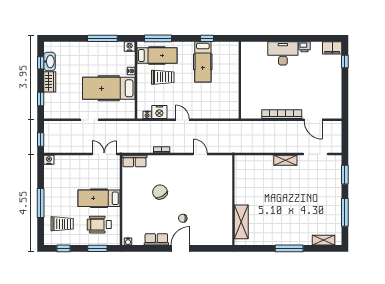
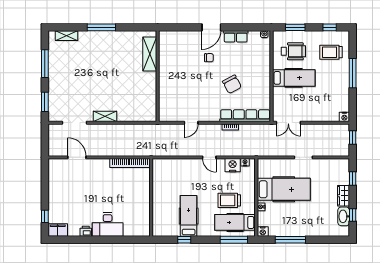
bookcase: (282, 114) -> (130, 163), moved
door: (200, 154) -> (191, 123), hinge flipped
row of seats: (134, 161) -> (245, 116), width x2.02

